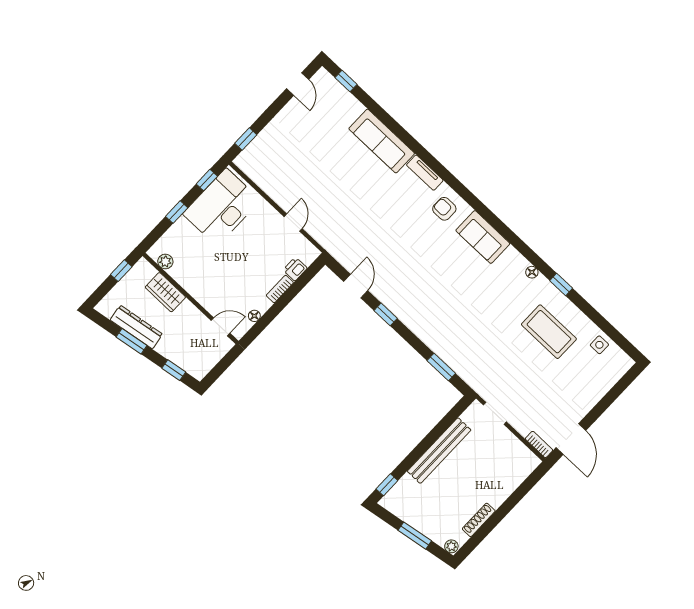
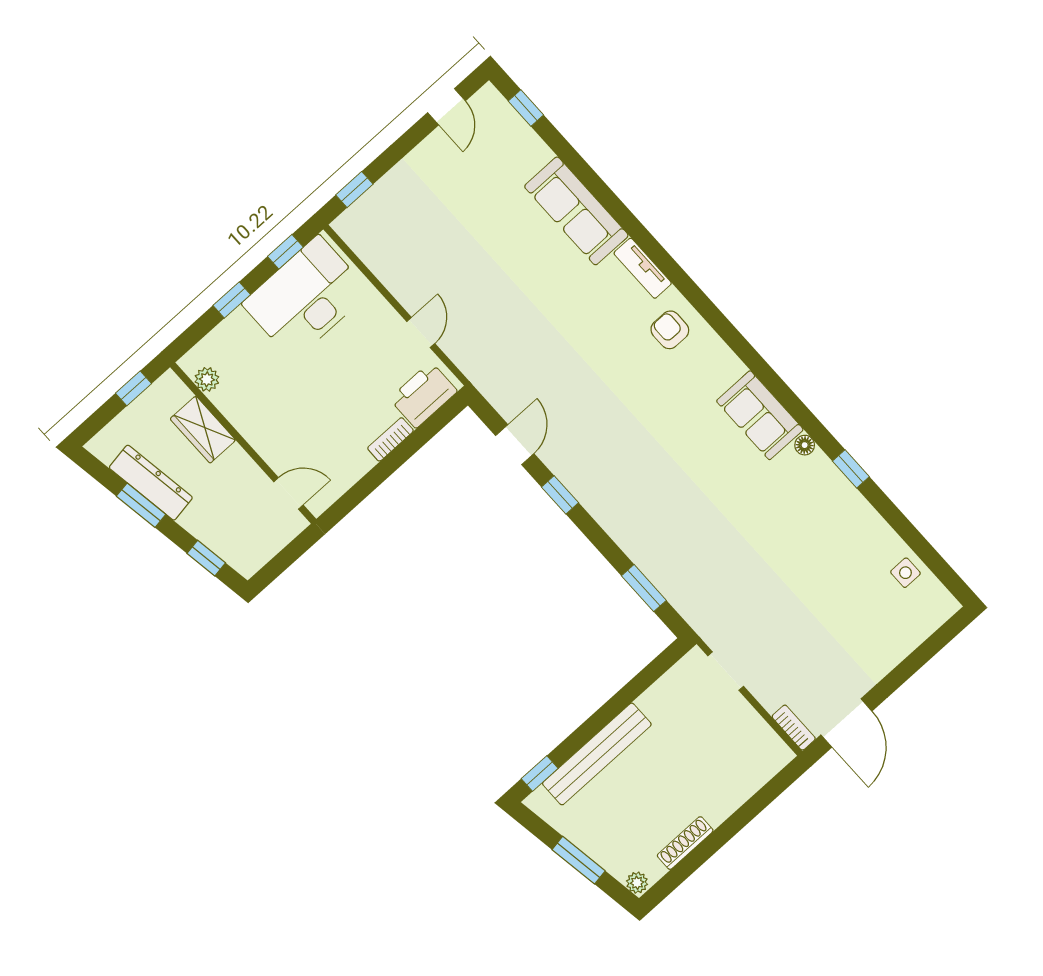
sofa: (483, 237) -> (760, 415), moved
printer: (295, 269) -> (423, 395), width x1.87, depth x1.48
floor lamp: (254, 316) -> (345, 480), removed
coffee table: (549, 332) -> (825, 545), removed
bench: (439, 451) -> (597, 754), moved

